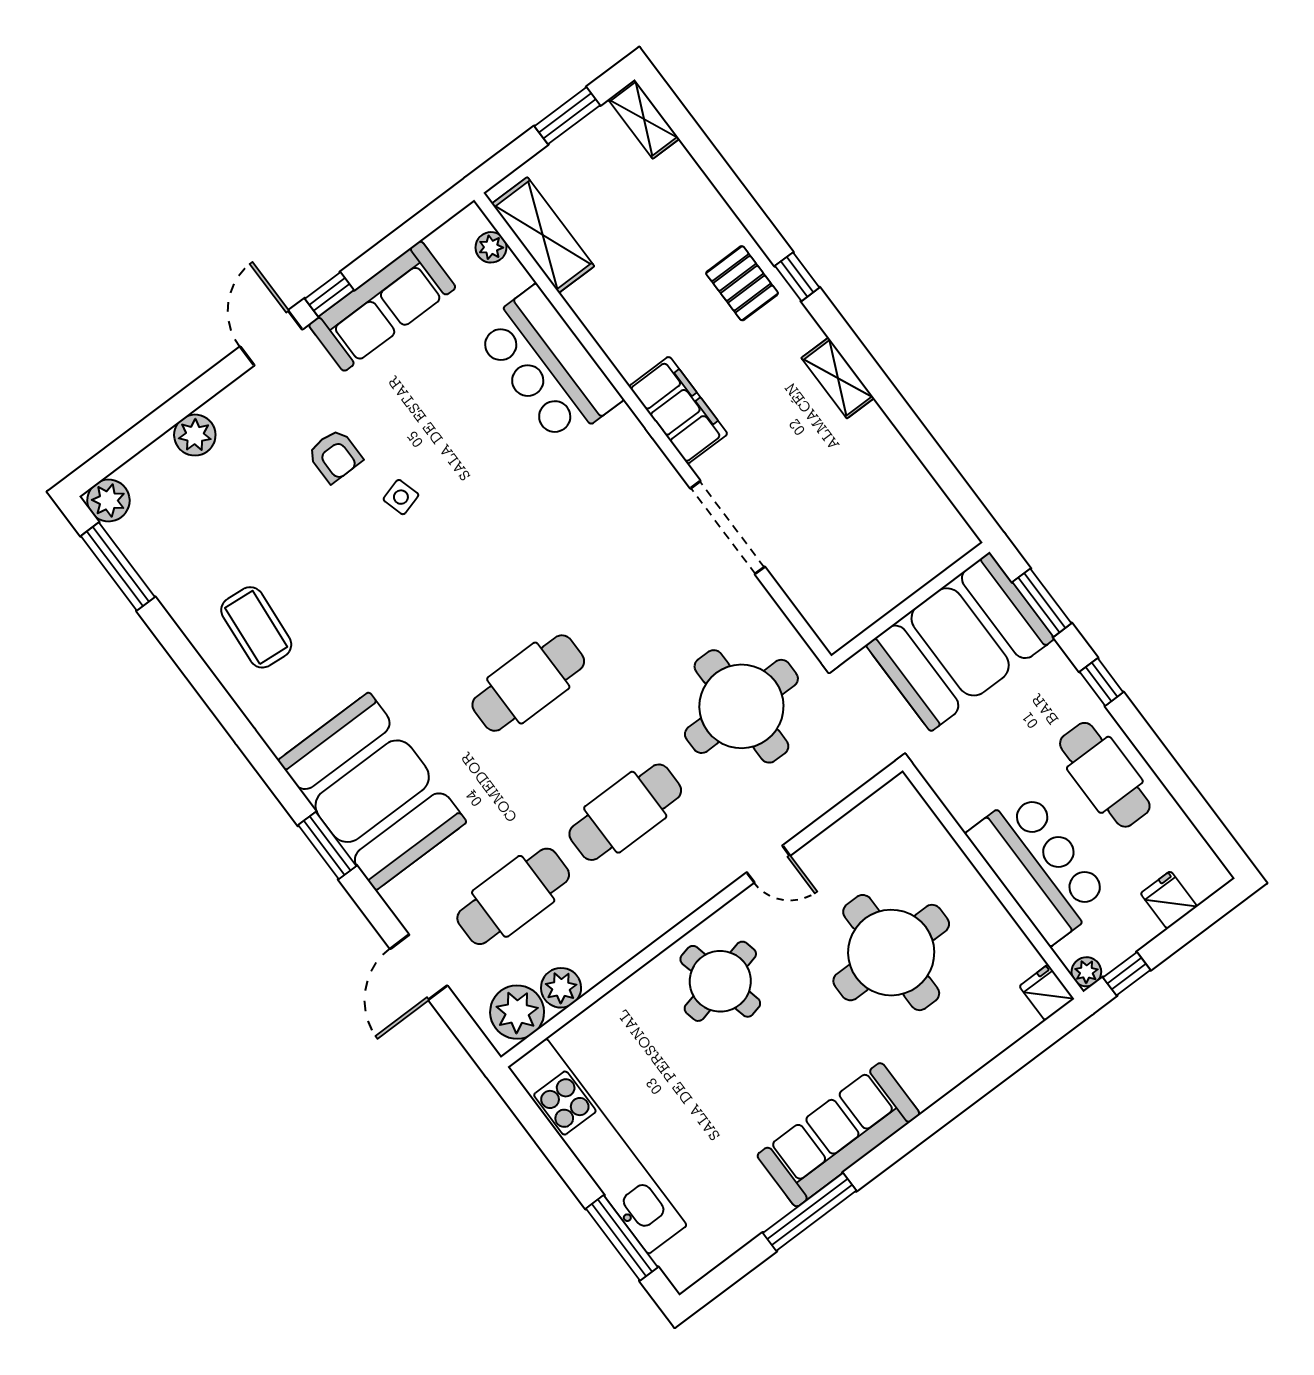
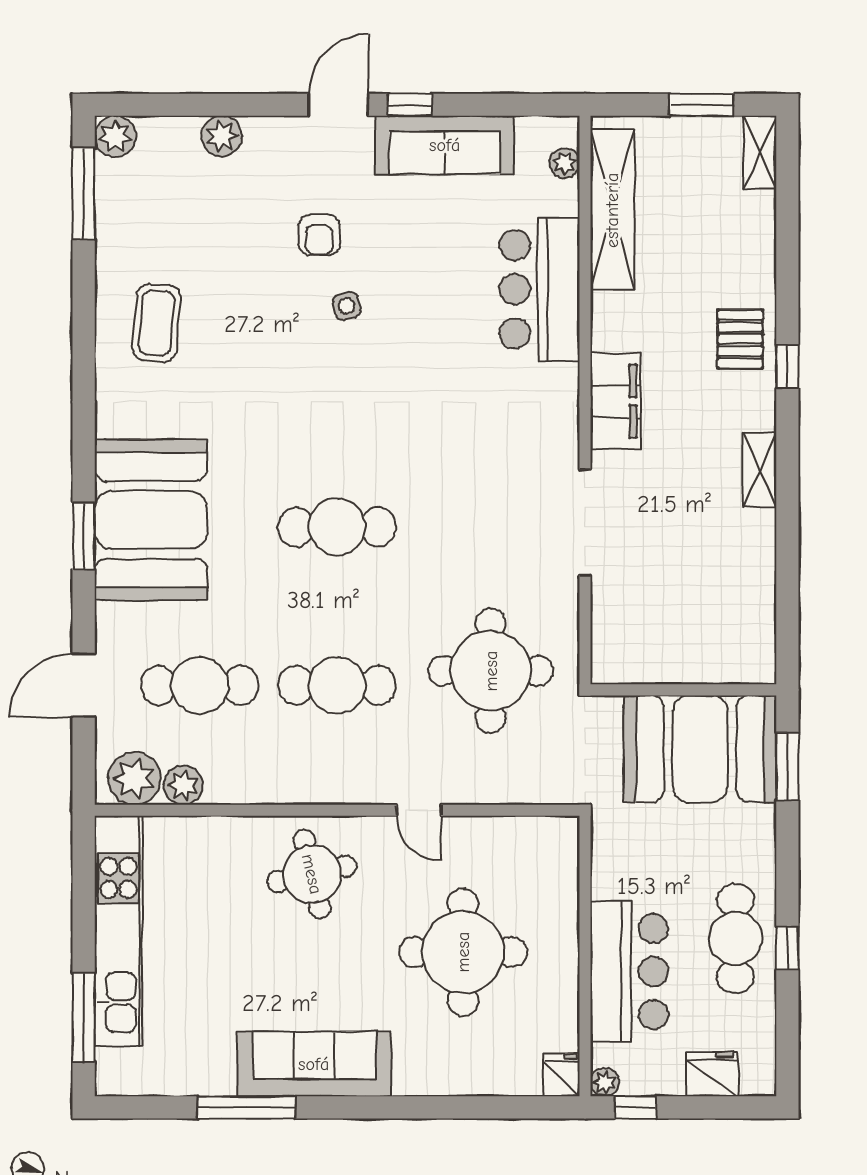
shelving: (543, 235) -> (612, 210), width x1.47
window: (1101, 682) -> (787, 948), moved
fridge: (1169, 900) -> (712, 1074), width x1.38

